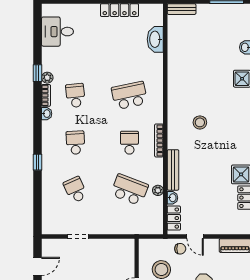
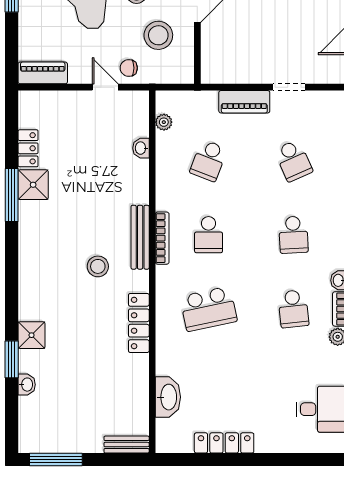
bench: (173, 170) -> (140, 237), moved
school desk: (129, 190) -> (209, 161), width x0.54
plant: (158, 190) -> (164, 122), moved
locker: (174, 218) -> (139, 323), moved, width x1.53
piano: (107, 227) -> (244, 102), added

